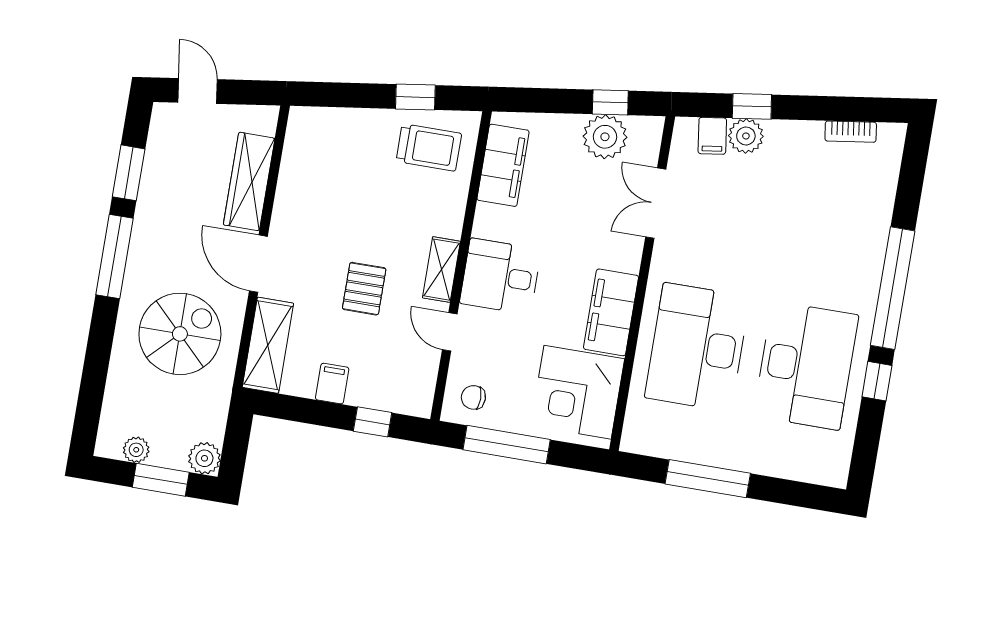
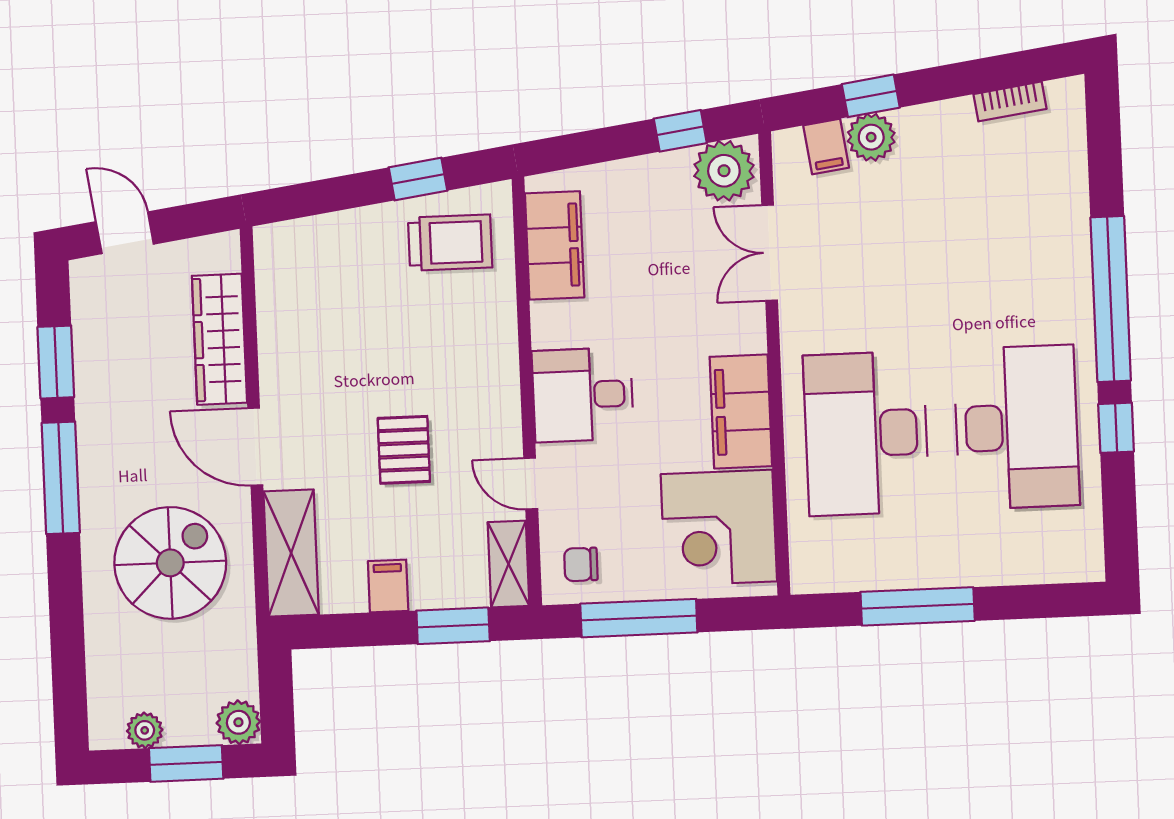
plant: (605, 137) -> (724, 171), moved
shelving: (441, 270) -> (509, 564), moved
window: (373, 422) -> (453, 626), width x1.50

